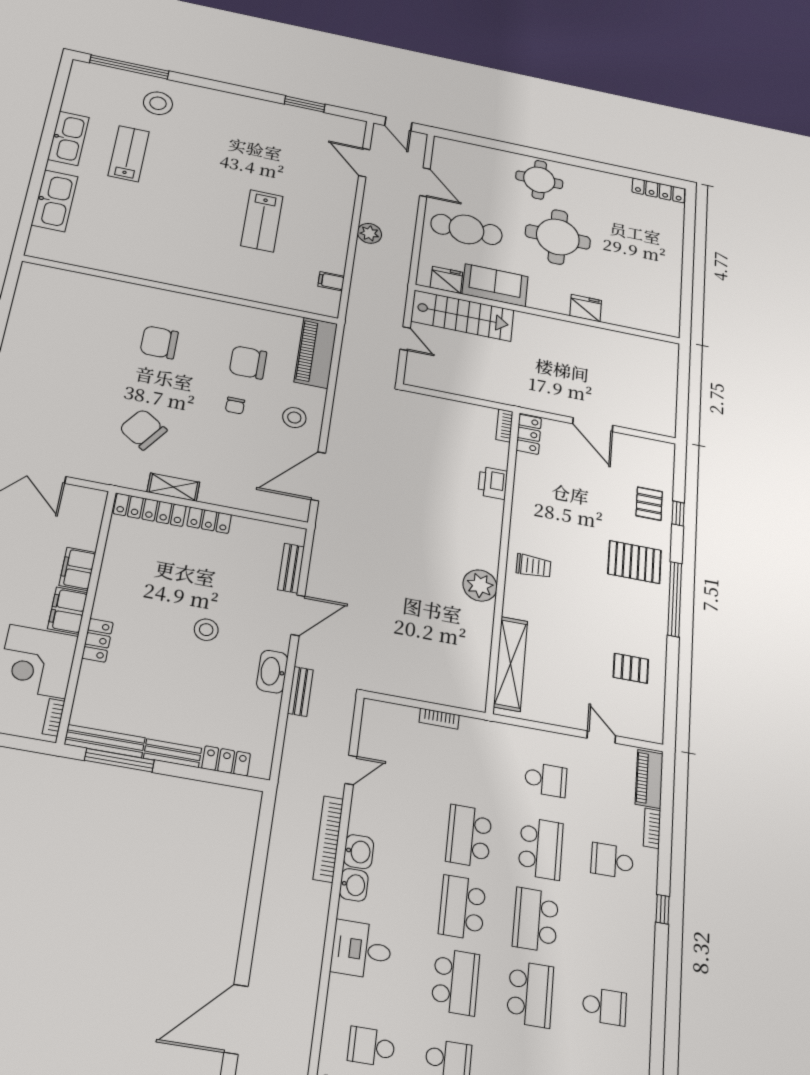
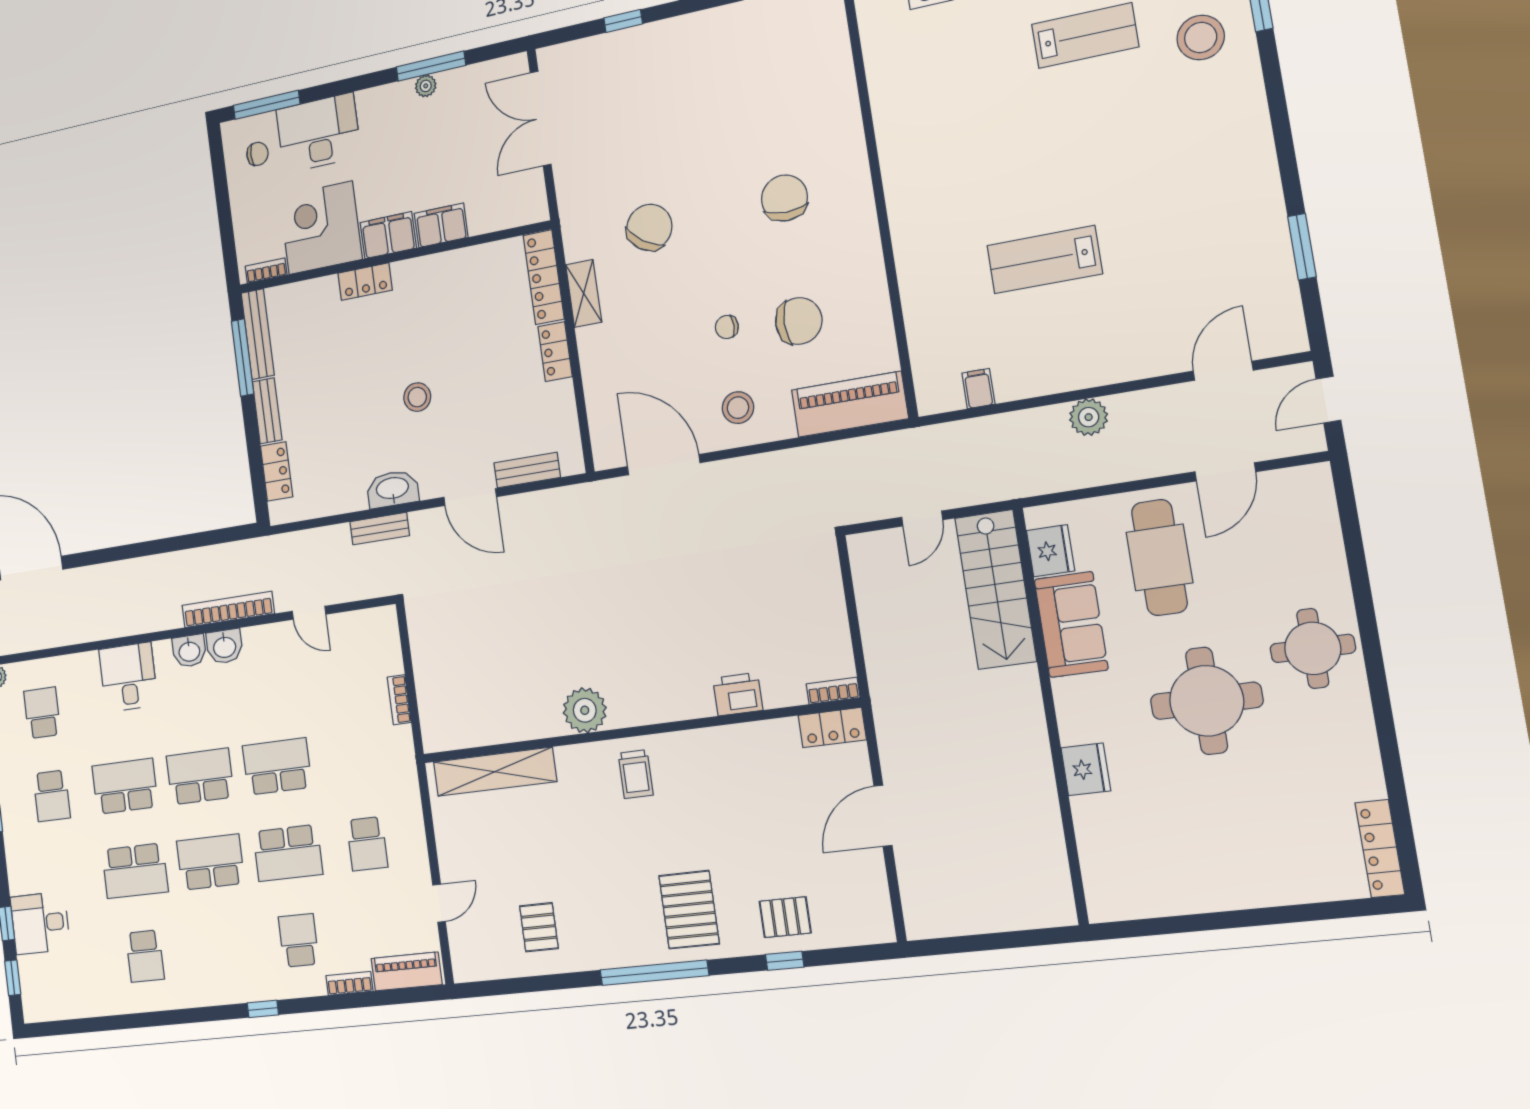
chair: (248, 362) -> (799, 321), turned 90
school desk: (455, 982) -> (125, 786), turned 180

